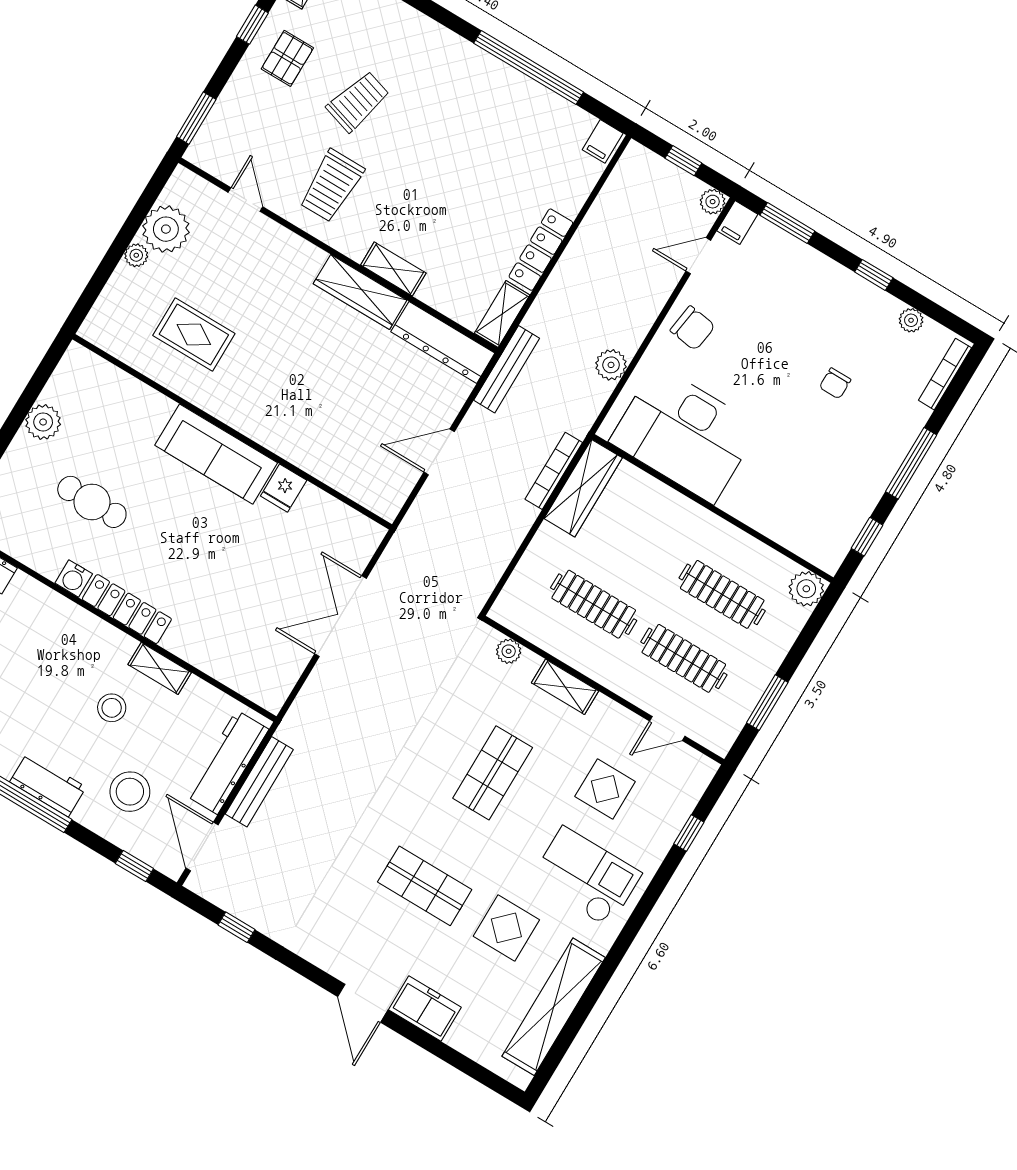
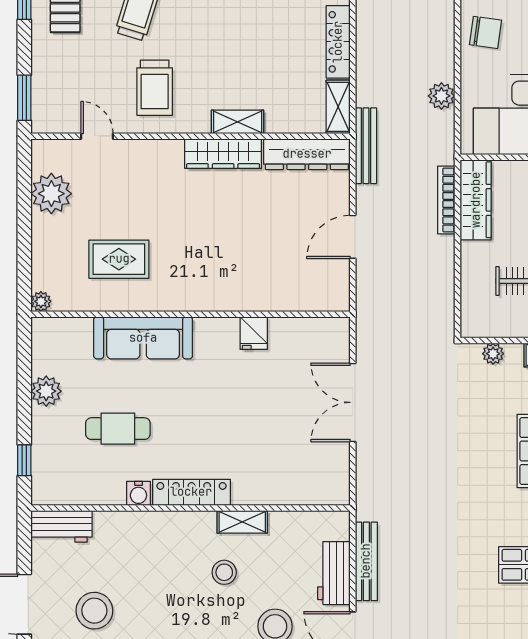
plant: (136, 255) -> (41, 301), moved
sofa: (216, 454) -> (143, 338), moved
workbench: (227, 762) -> (334, 573), width x0.73

